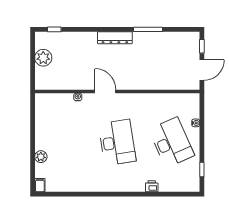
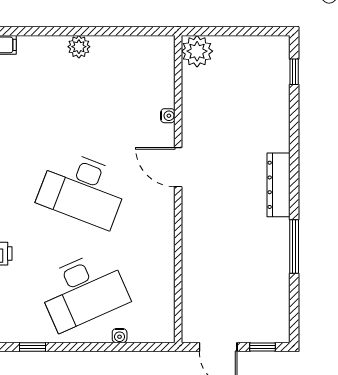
plant: (43, 58) -> (197, 51), moved
door: (105, 91) -> (178, 167), swing flipped
desk: (117, 142) -> (83, 189), turned 30
plant: (41, 157) -> (79, 47), moved

